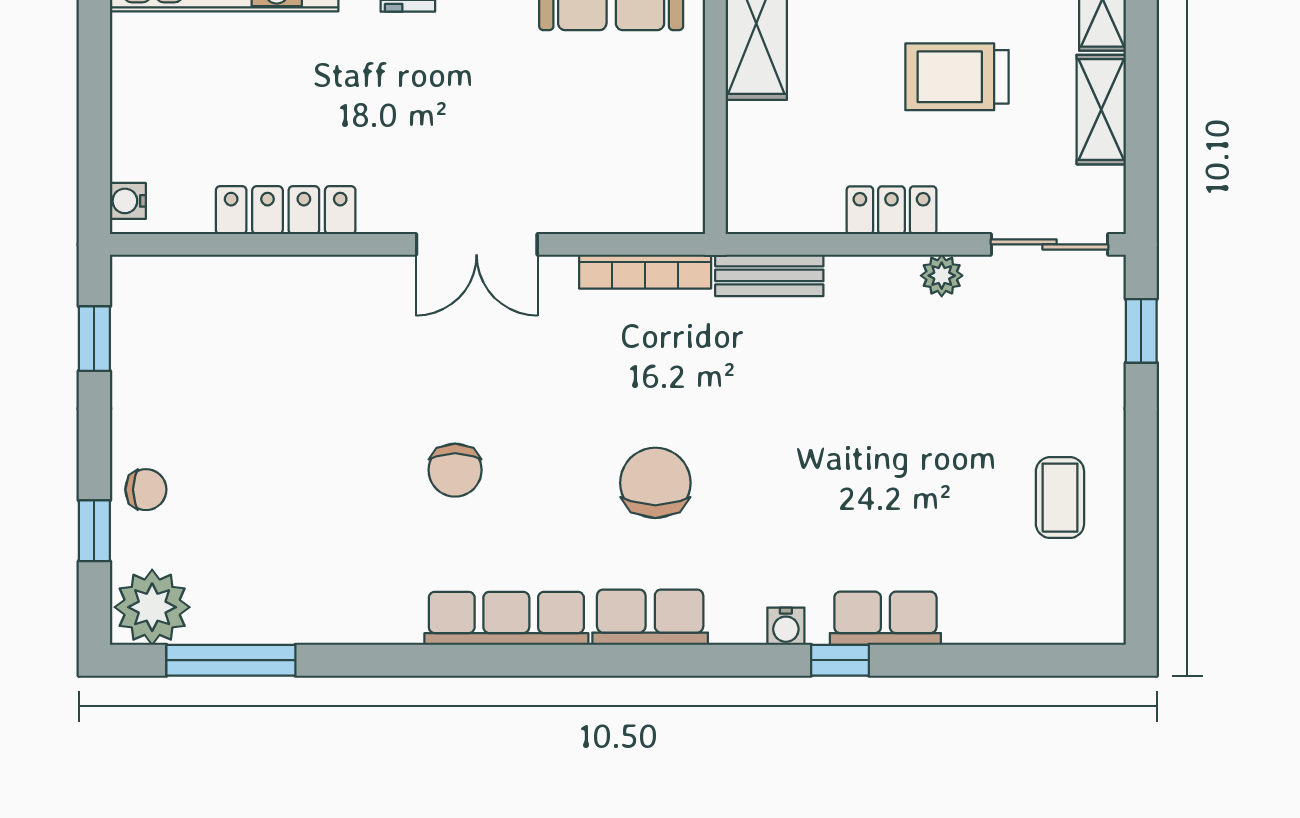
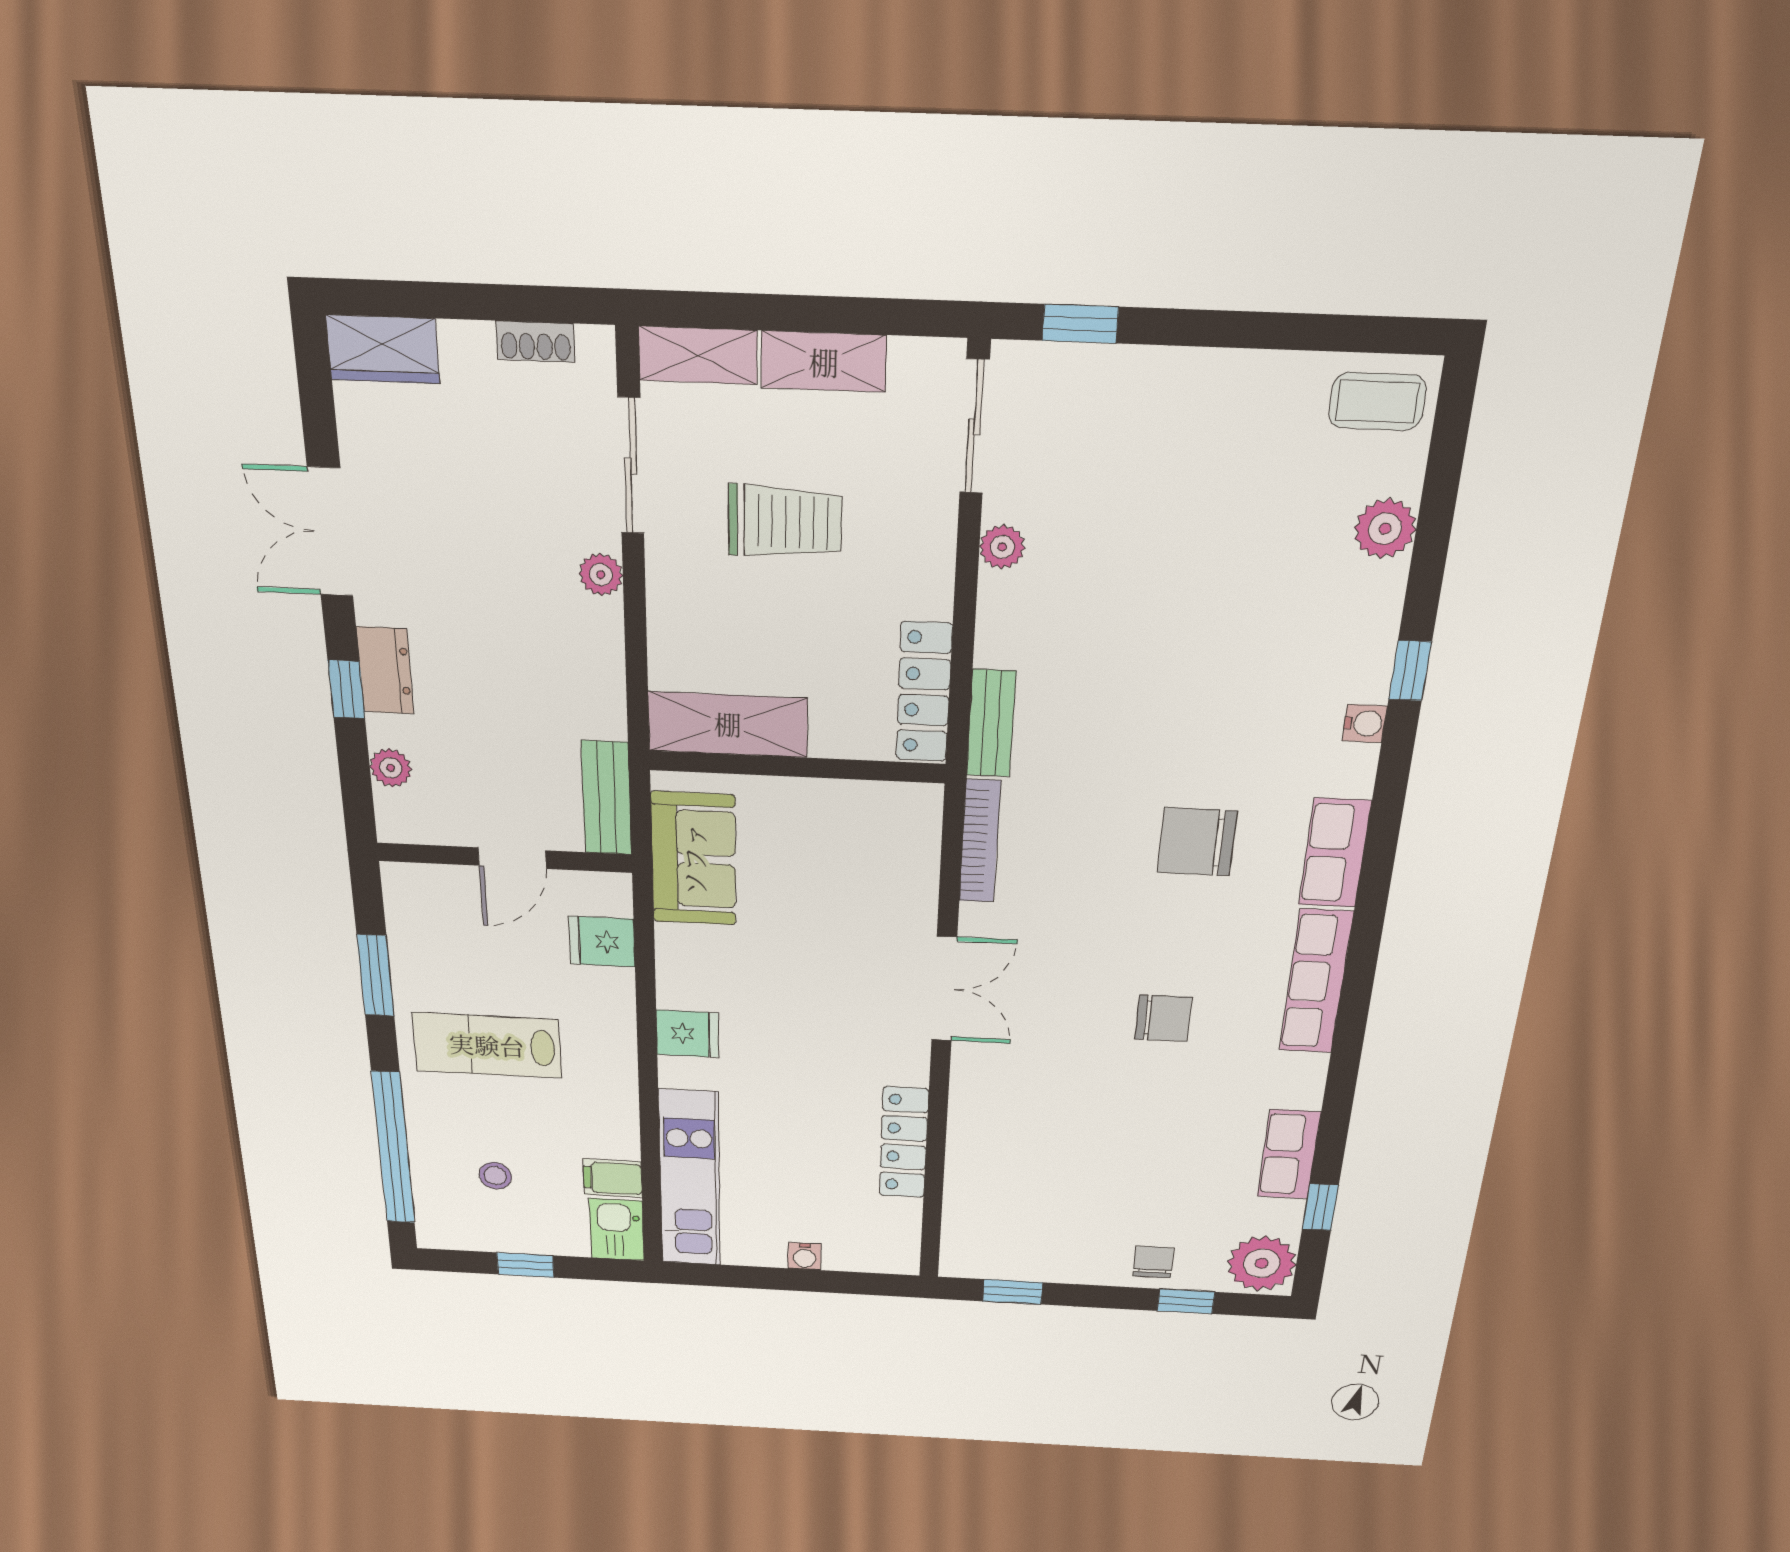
trolley: (957, 77) -> (785, 522), turned -90
water cooler: (128, 201) -> (804, 1256), moved
locker: (891, 210) -> (924, 692), moved, width x1.53
coffee table: (1060, 498) -> (1377, 402), moved
plant: (973, 617) -> (1385, 529), added
row of seats: (885, 618) -> (1289, 1154), moved
window: (231, 660) -> (1320, 1207), width x0.46

